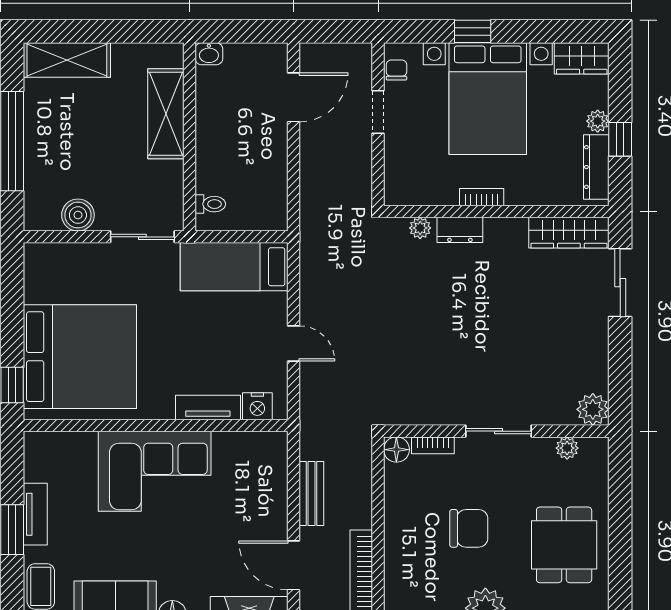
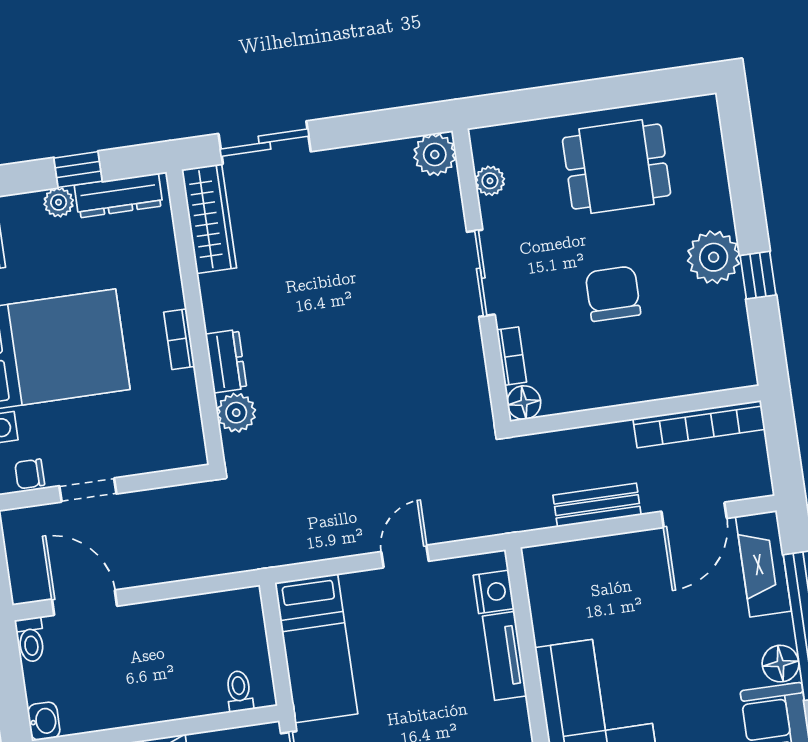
toilet: (272, 53) -> (31, 640), added
plant: (420, 228) -> (236, 413), width x1.38, depth x1.38

